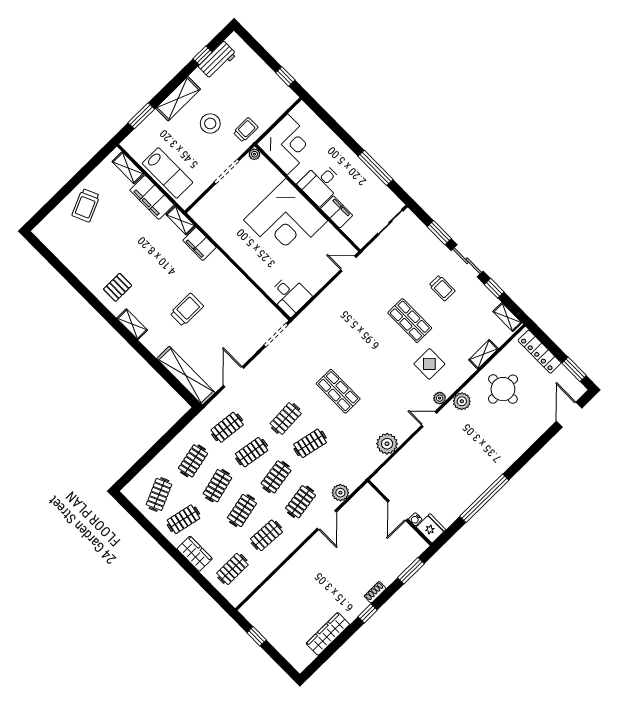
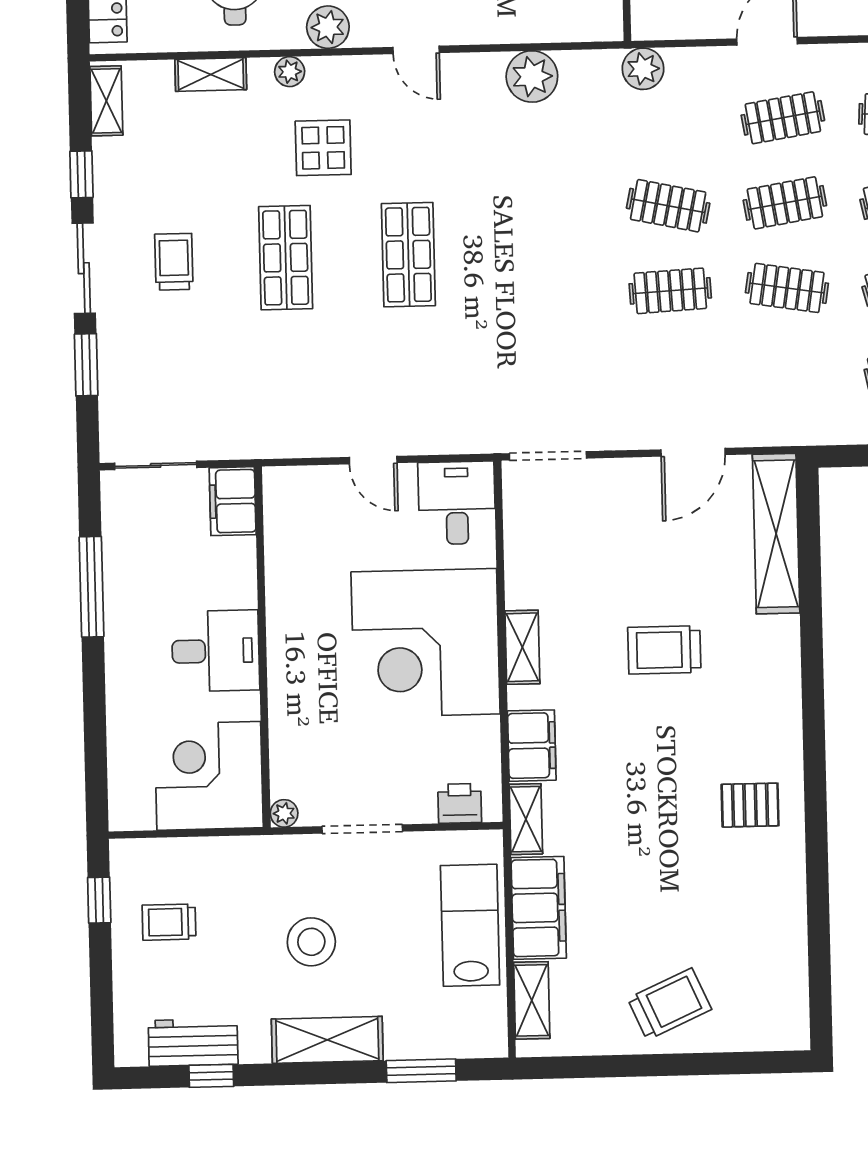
trolley: (246, 130) -> (169, 922), moved
printer: (205, 206) -> (460, 803), added
filing cabinet: (337, 212) -> (233, 501), moved
corner desk: (286, 220) -> (426, 643), moved, turned 180
door: (348, 264) -> (373, 460), moved
shelving: (132, 324) -> (522, 647), moved
shop shelf: (338, 391) -> (408, 255), moved
plant: (440, 398) -> (290, 72), moved
clothes rail: (227, 427) -> (789, 373), removed
plant: (340, 493) -> (643, 69), moved

